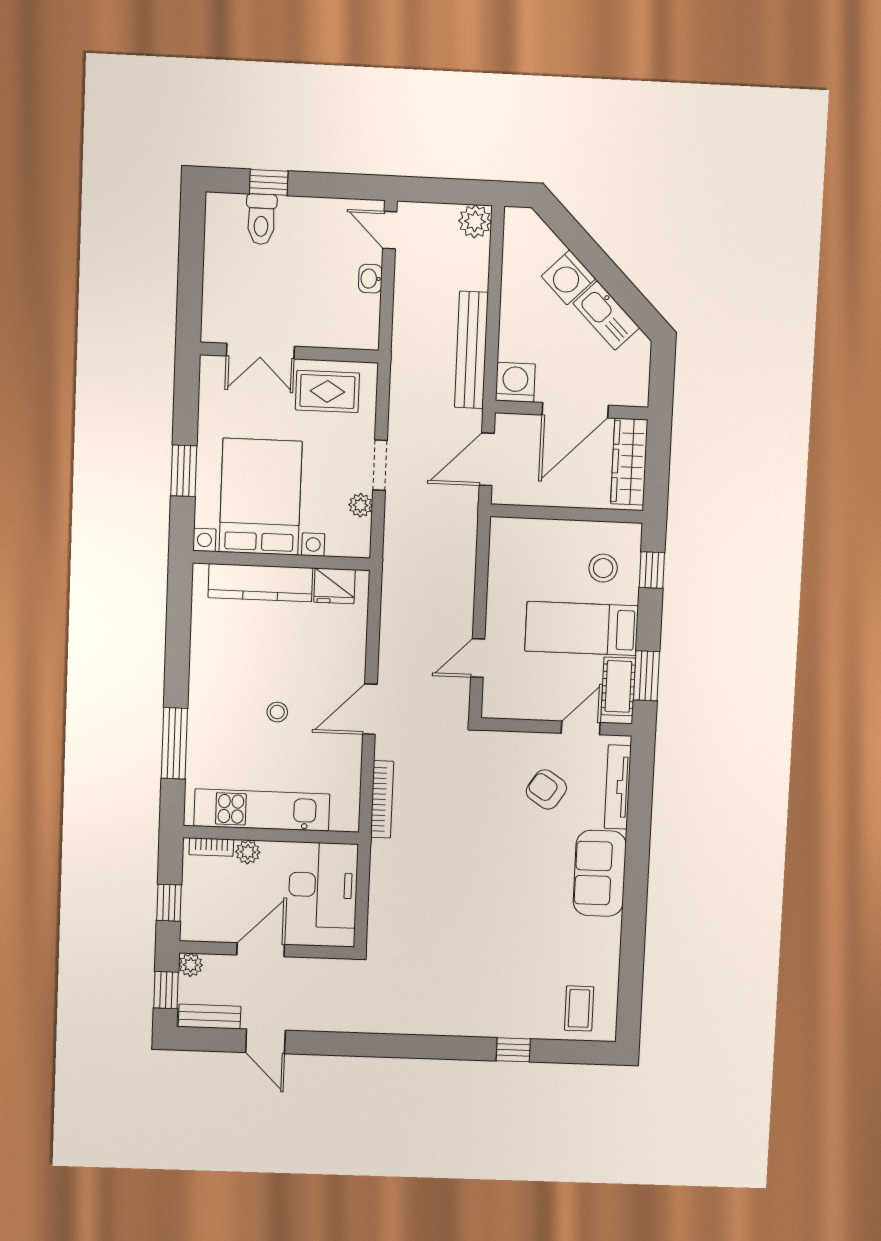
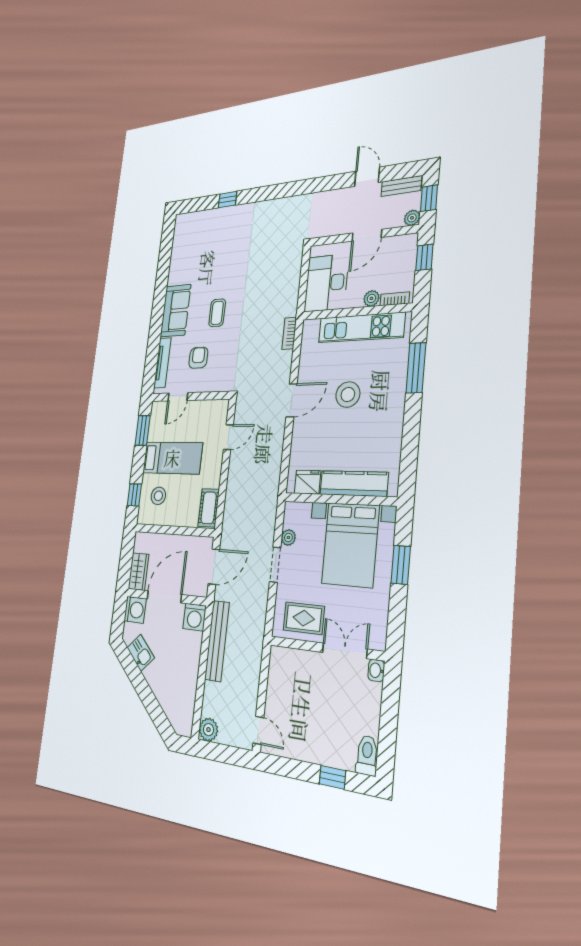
toilet: (261, 219) -> (367, 755), moved
washing machine: (568, 277) -> (135, 610), moved, turned 45
washbasin: (370, 279) -> (376, 670), moved, turned 180
kitchen sink: (606, 316) -> (141, 653), width x0.73
wardrobe: (629, 462) -> (139, 572), width x0.67
cot: (618, 686) -> (209, 508), moved
stool: (277, 712) -> (348, 395), width x1.89, depth x1.89
armchair: (546, 789) -> (198, 358), turned -123
bookcase: (382, 799) -> (289, 333), width x0.64
coffee table: (579, 1008) -> (217, 313), moved

